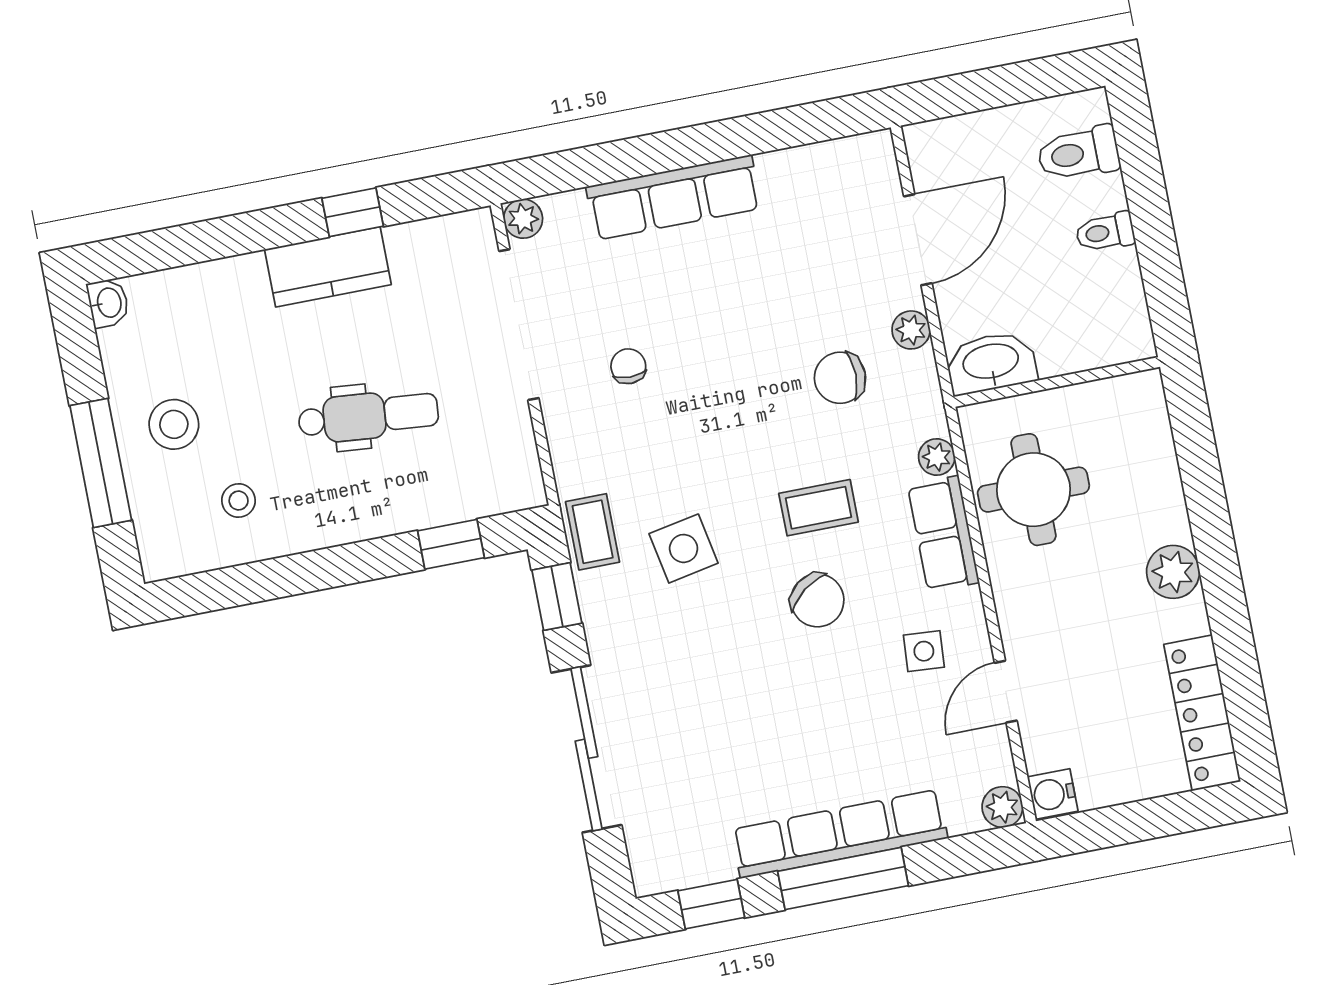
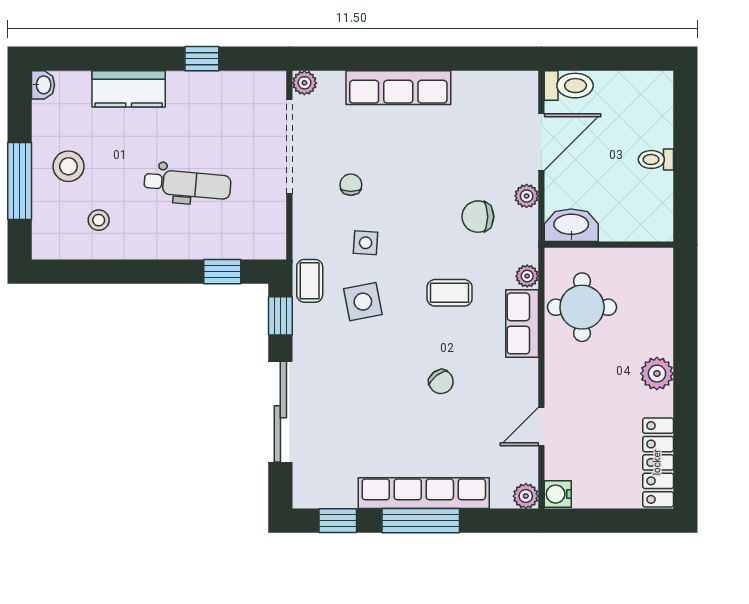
toilet: (1078, 153) -> (569, 86), moved, turned 180
kitchen counter: (328, 267) -> (129, 89), moved
chair: (817, 600) -> (441, 382), moved, width x0.73, depth x0.73
side table: (924, 651) -> (366, 243), moved

